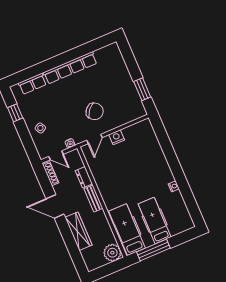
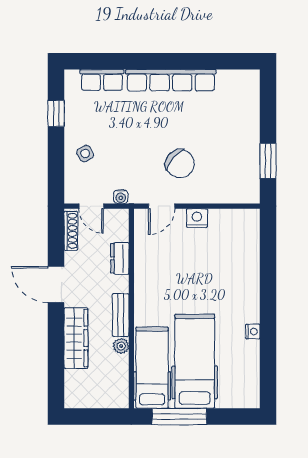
bench: (93, 199) -> (121, 315), moved
hospital bed: (155, 220) -> (195, 361), width x1.37, depth x1.29
plant: (112, 253) -> (121, 346), moved, width x0.53, depth x0.53

